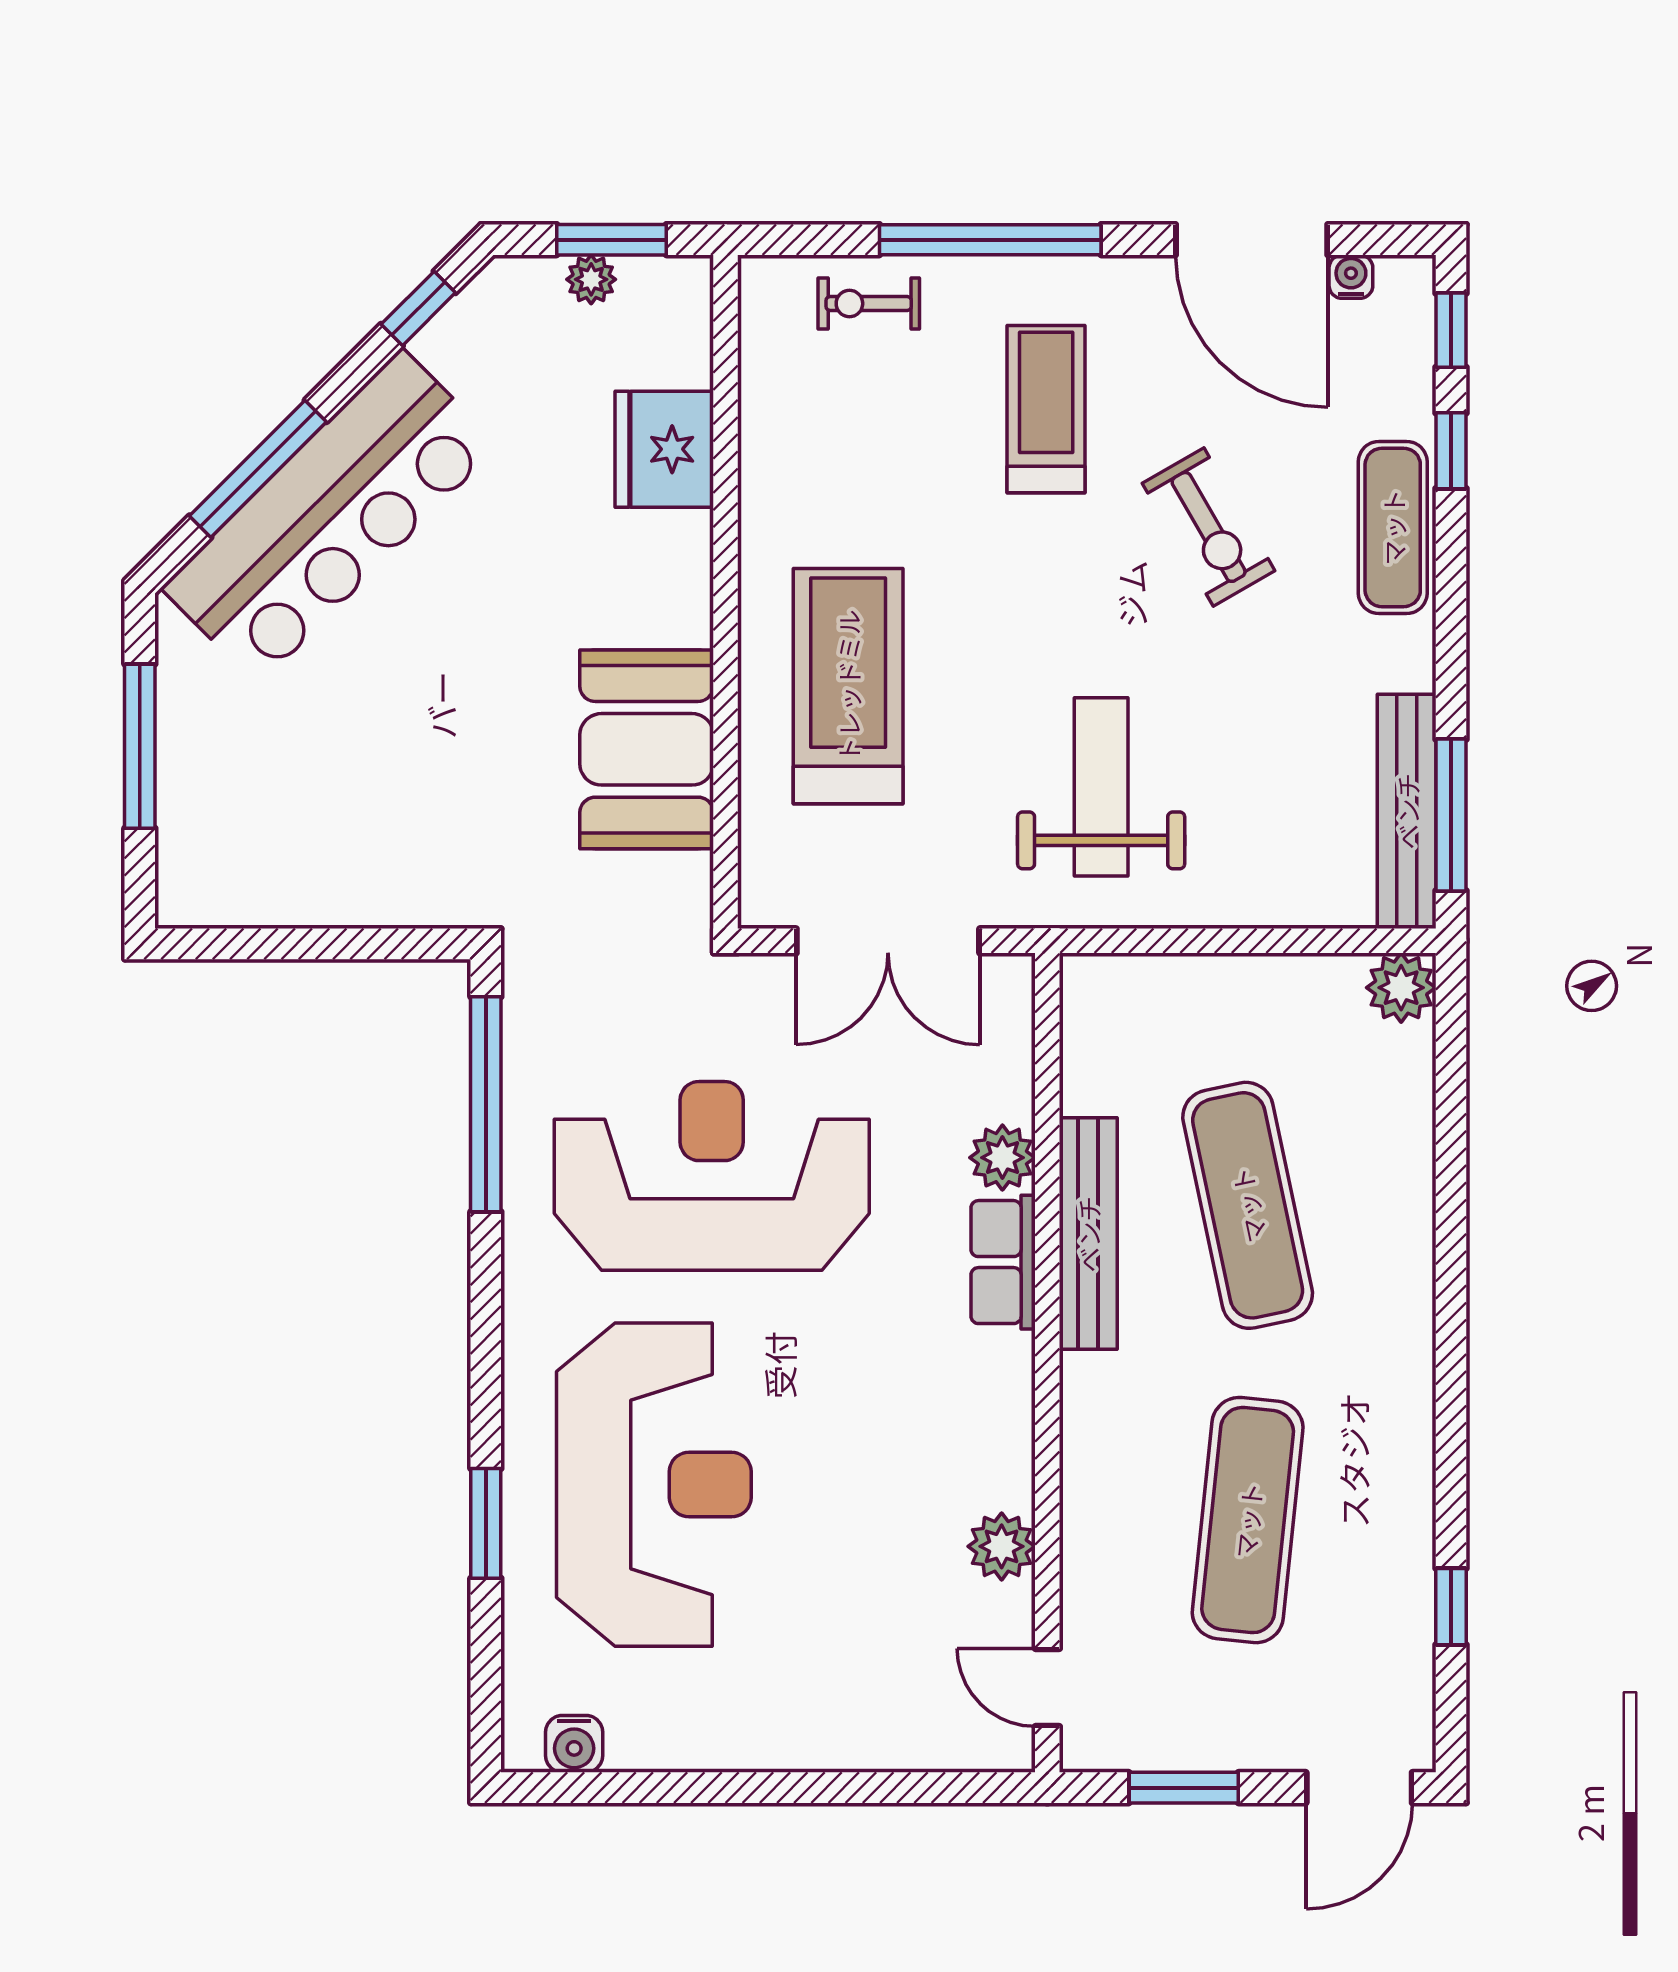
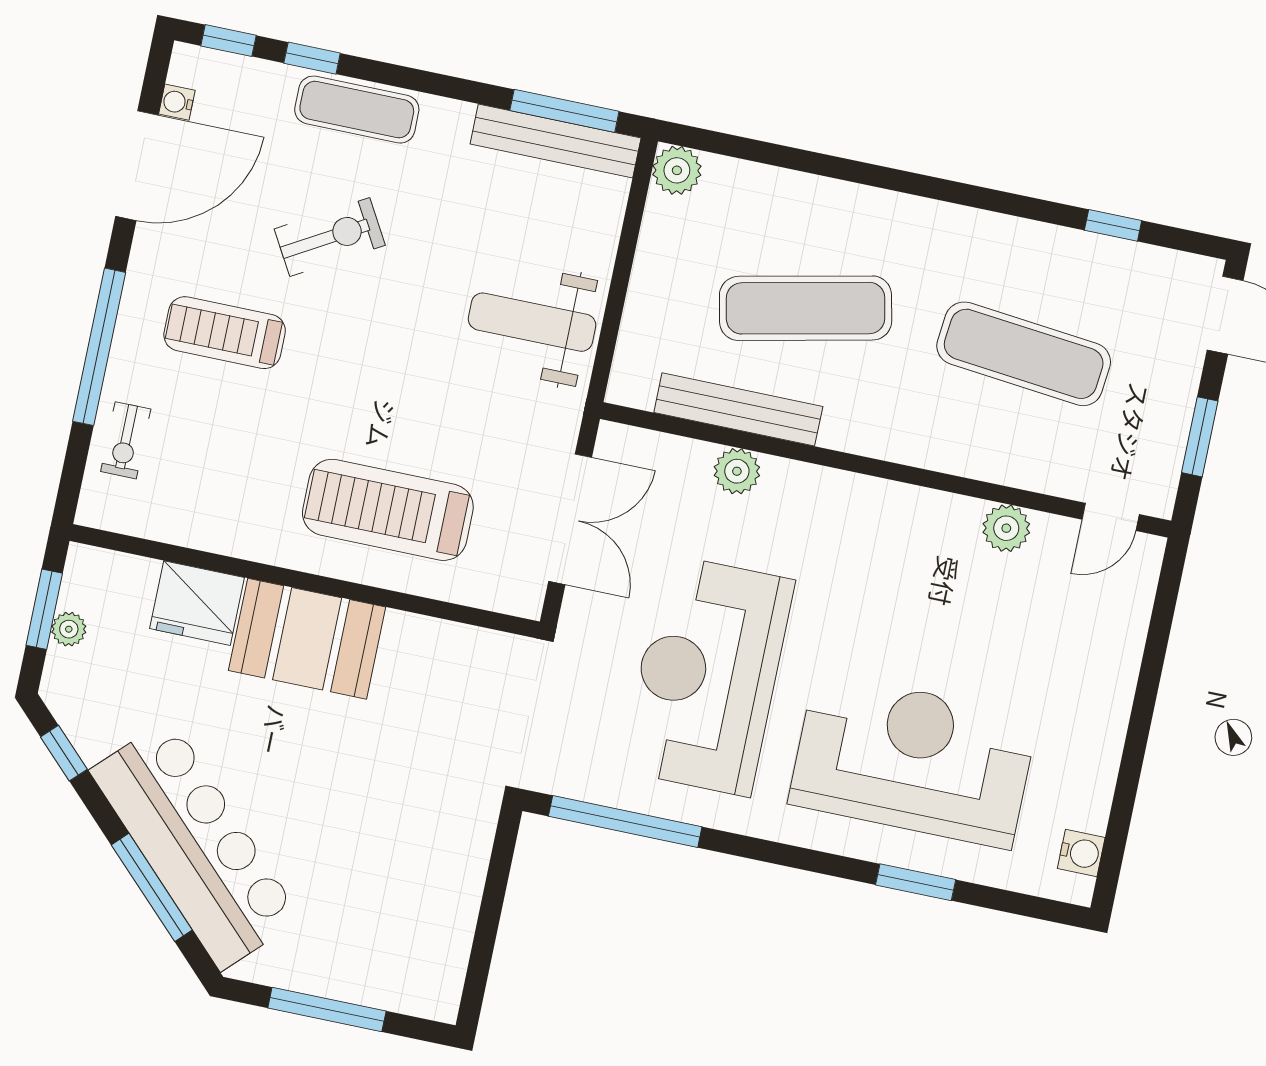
booth: (647, 749) -> (307, 639), moved
weight bench: (1101, 787) -> (532, 322), moved
bench: (1088, 1234) -> (738, 409), moved
row of seats: (1003, 1262) -> (809, 486), removed

